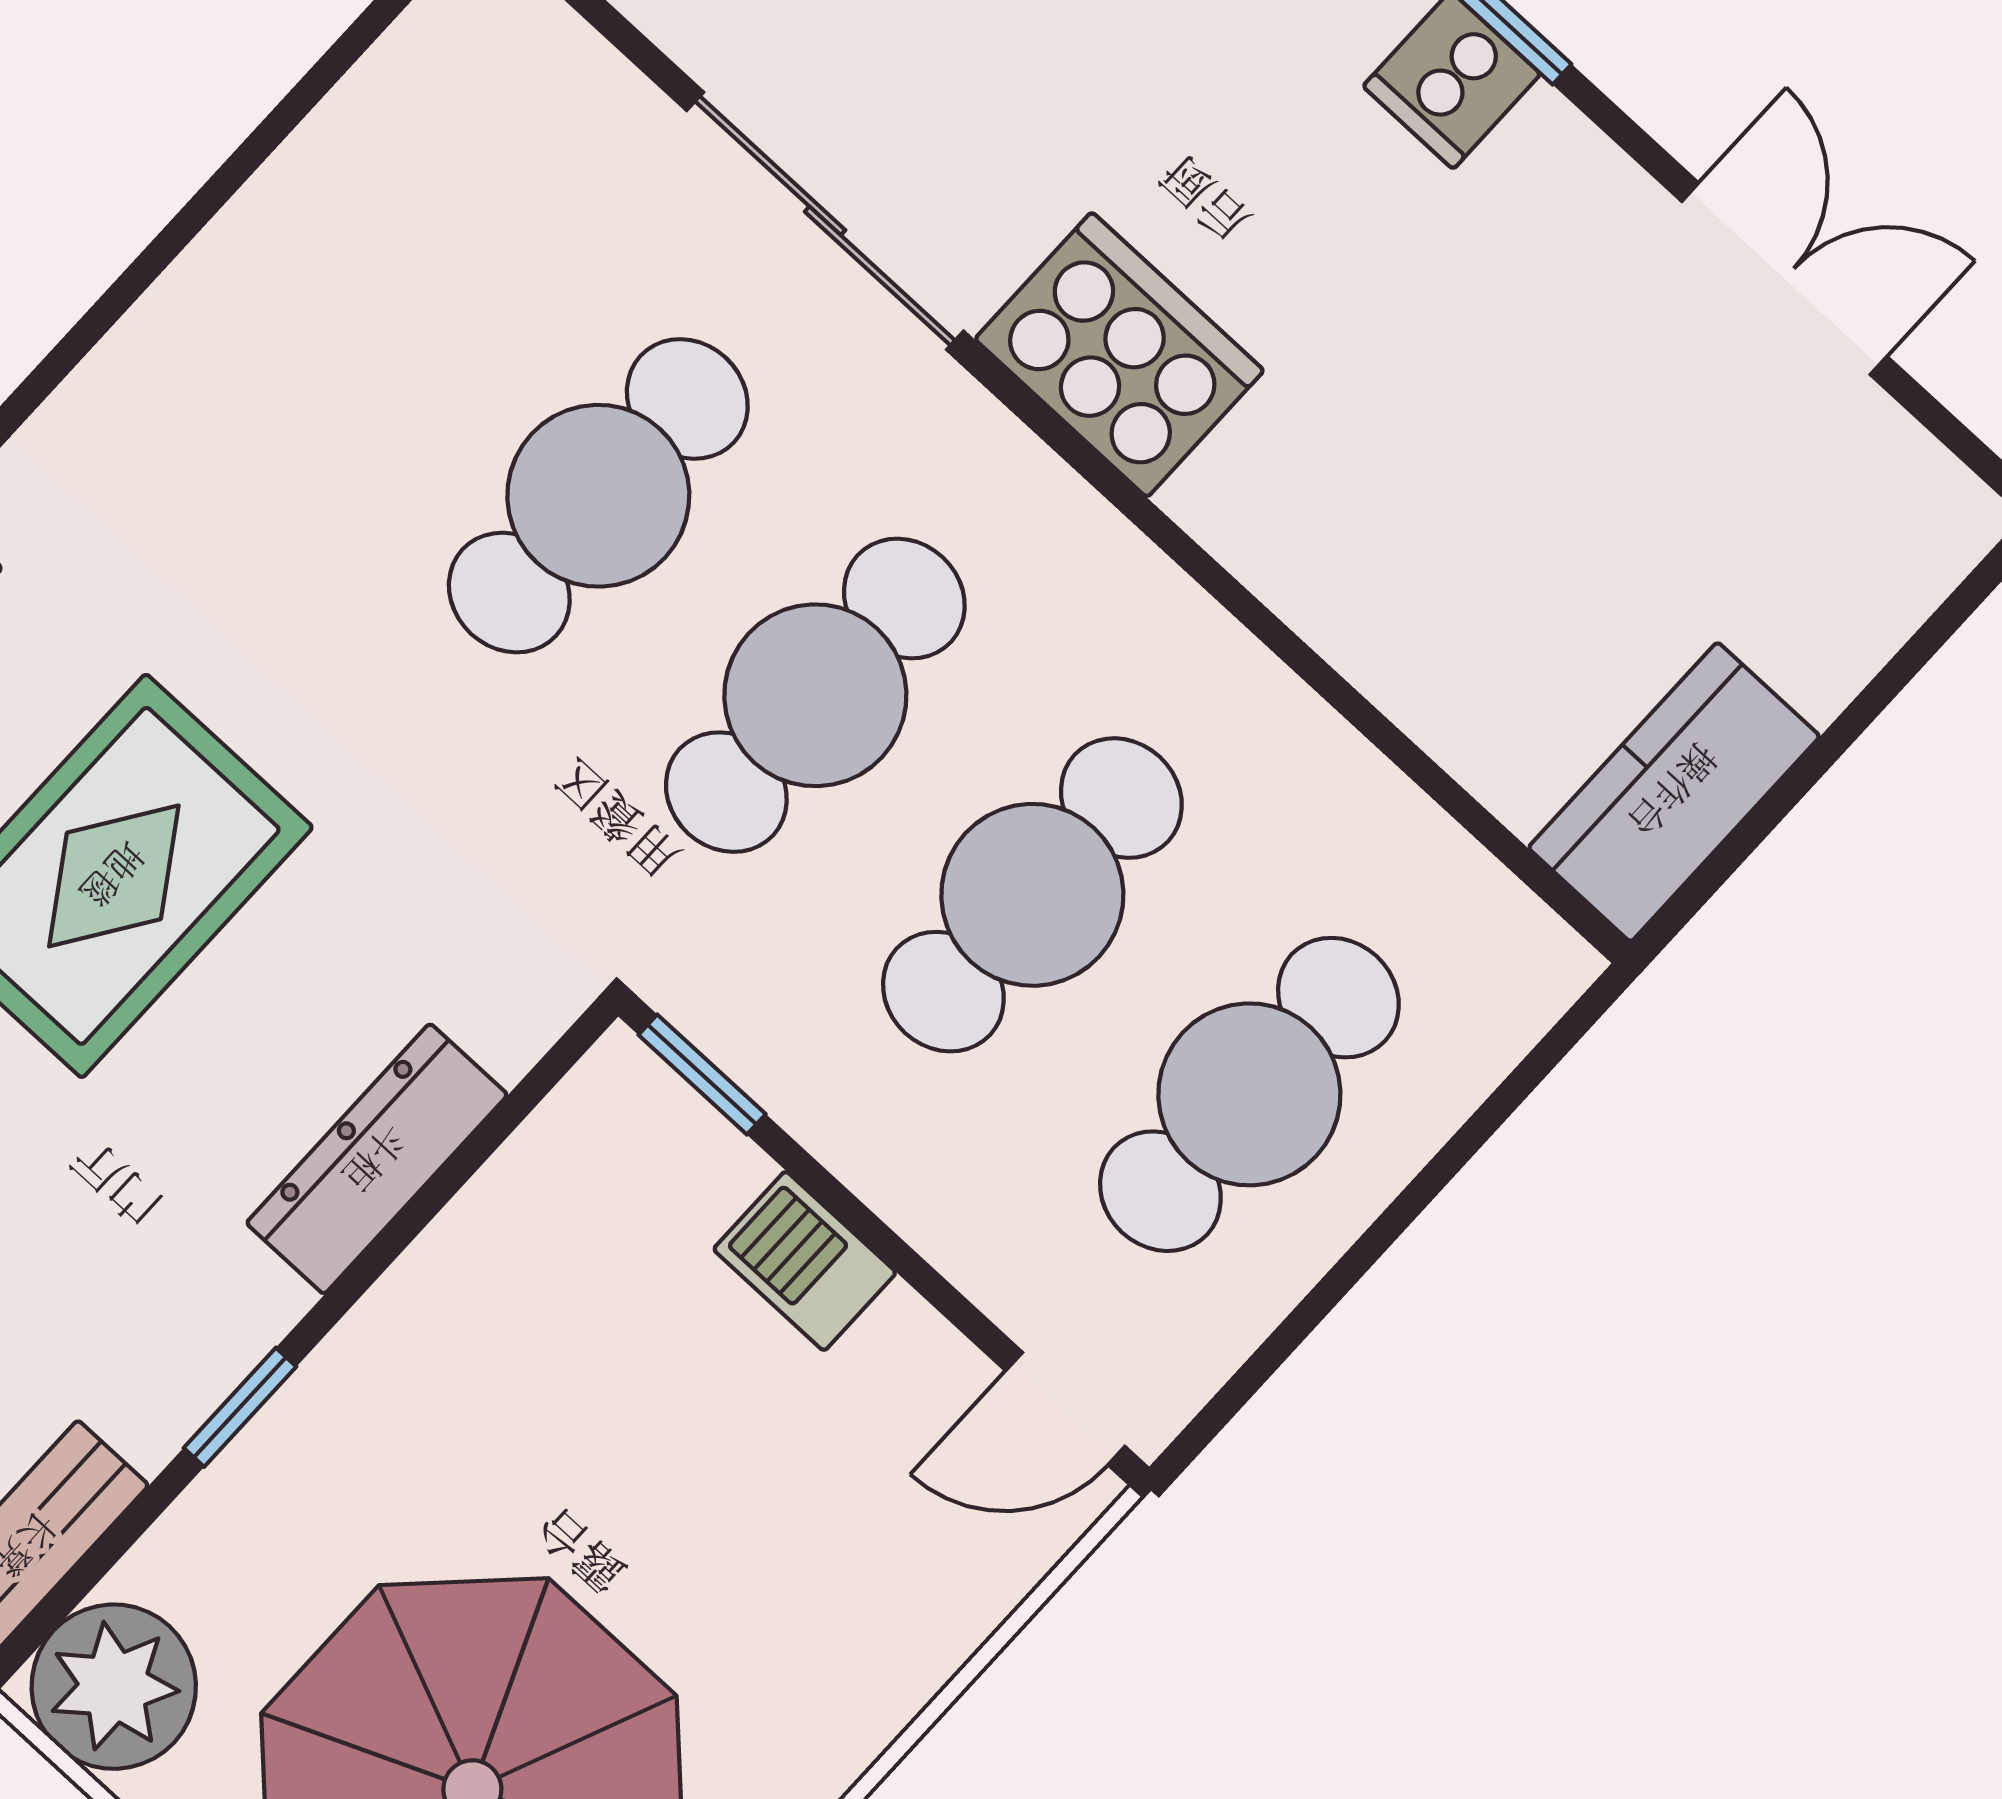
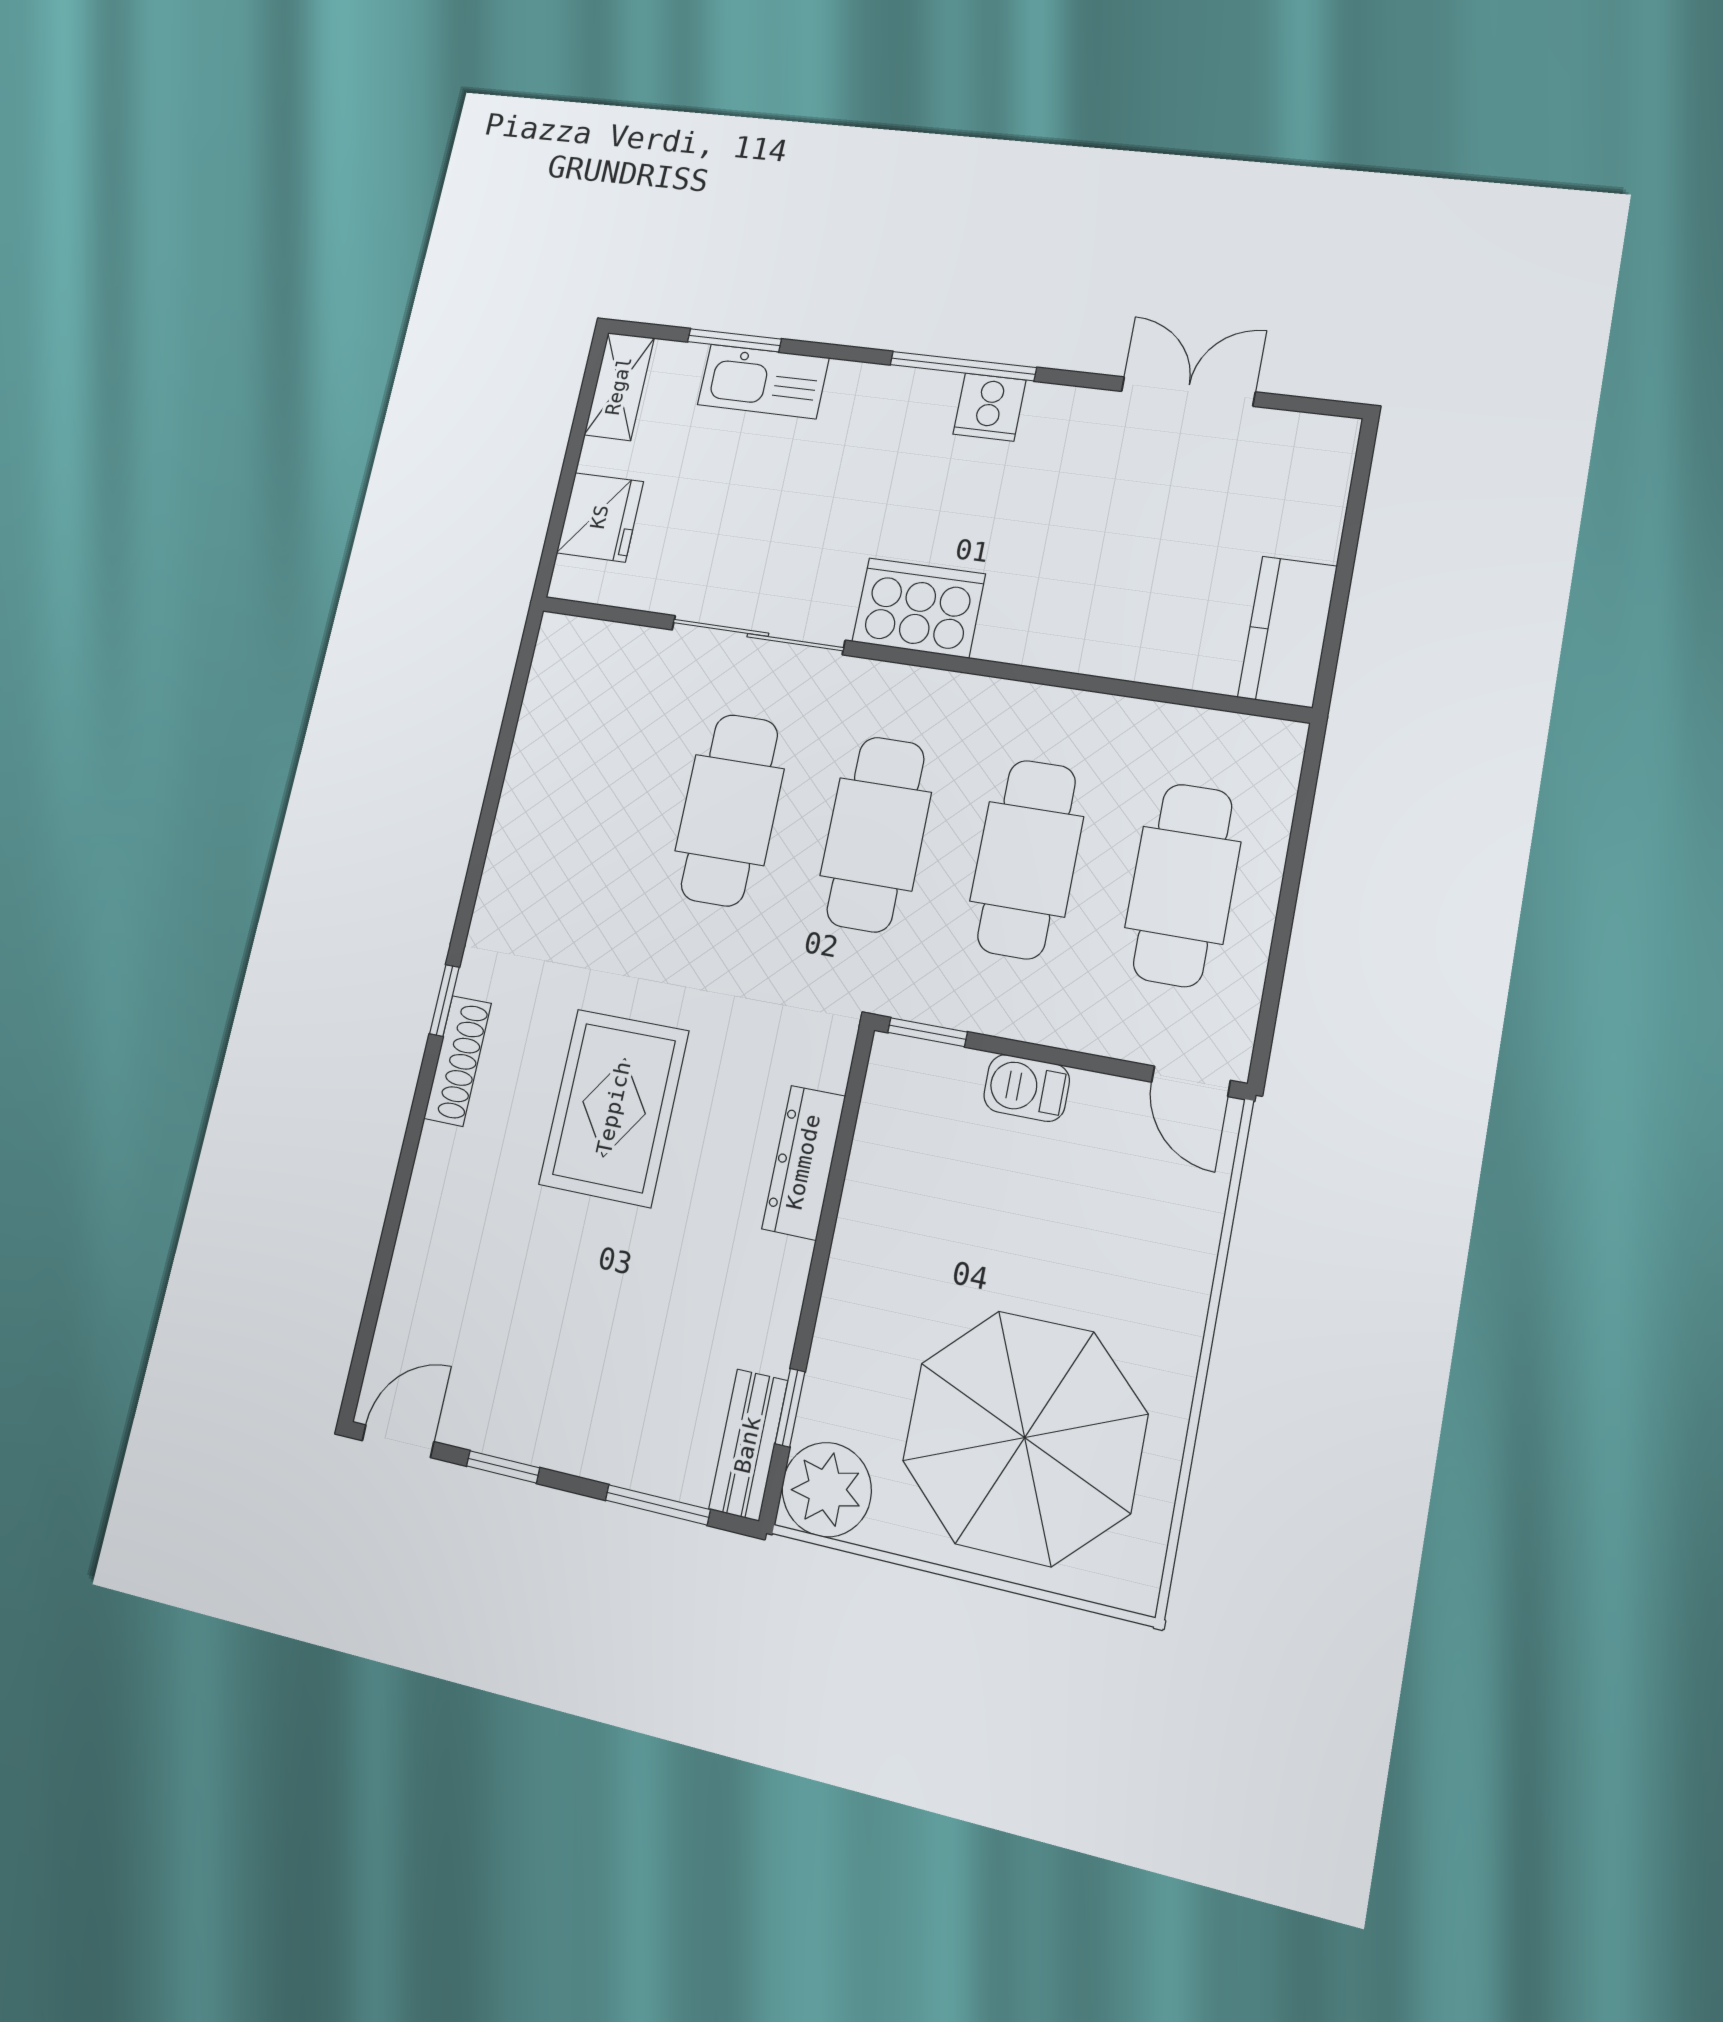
window: (240, 1407) -> (790, 1408), moved
door: (1065, 1409) -> (1191, 1081), hinge flipped

